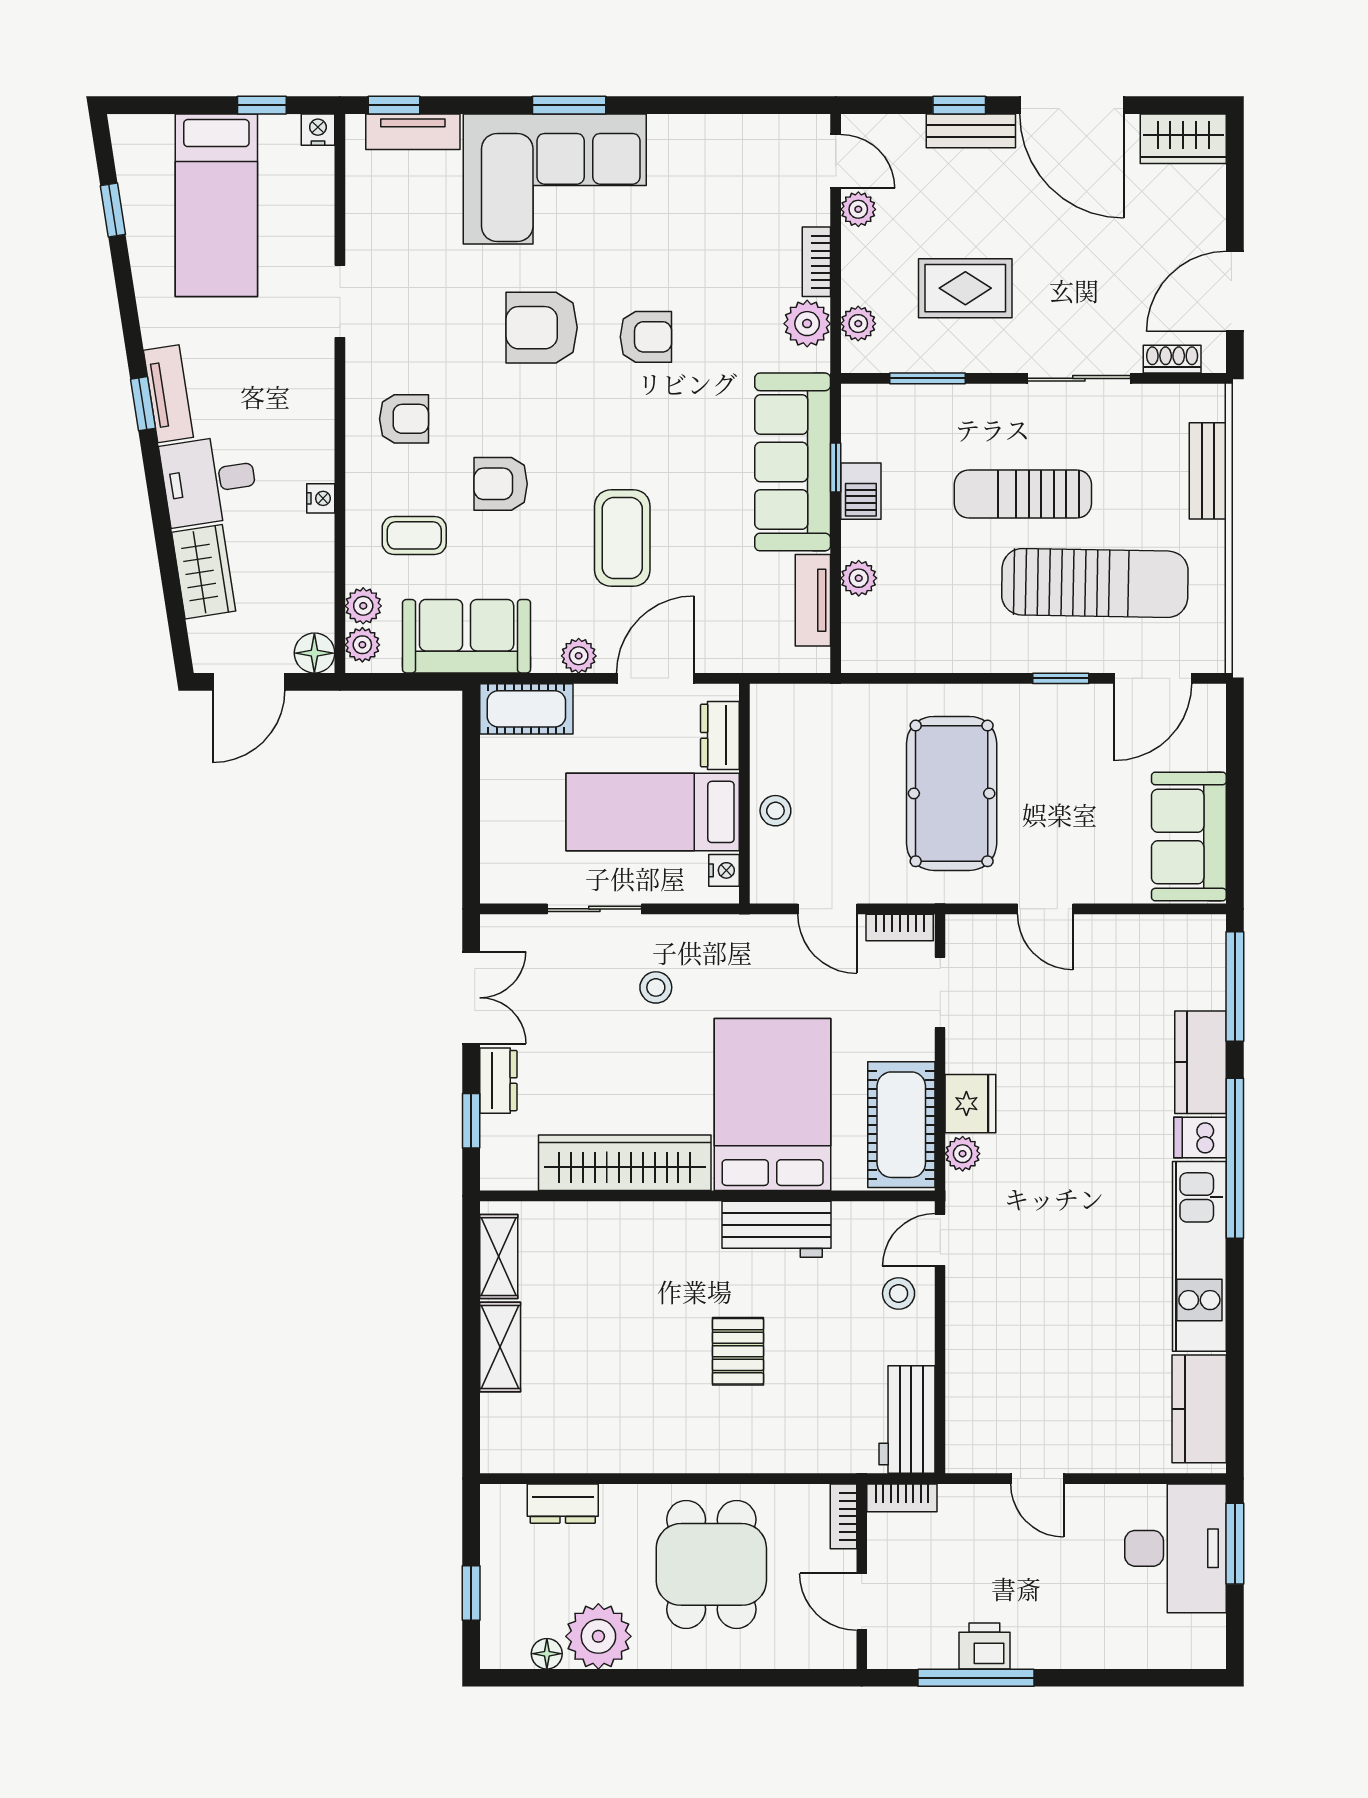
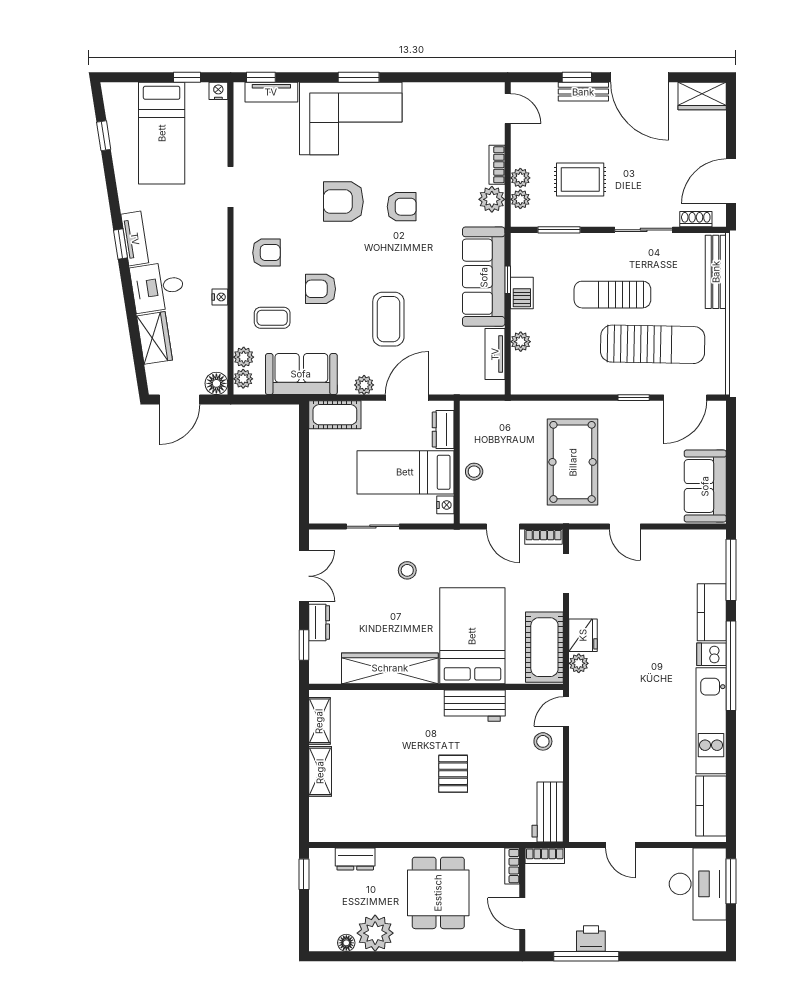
plant: (858, 209) -> (520, 178), moved
bench: (1208, 471) -> (716, 272), width x1.36
window: (471, 1593) -> (304, 874), moved

